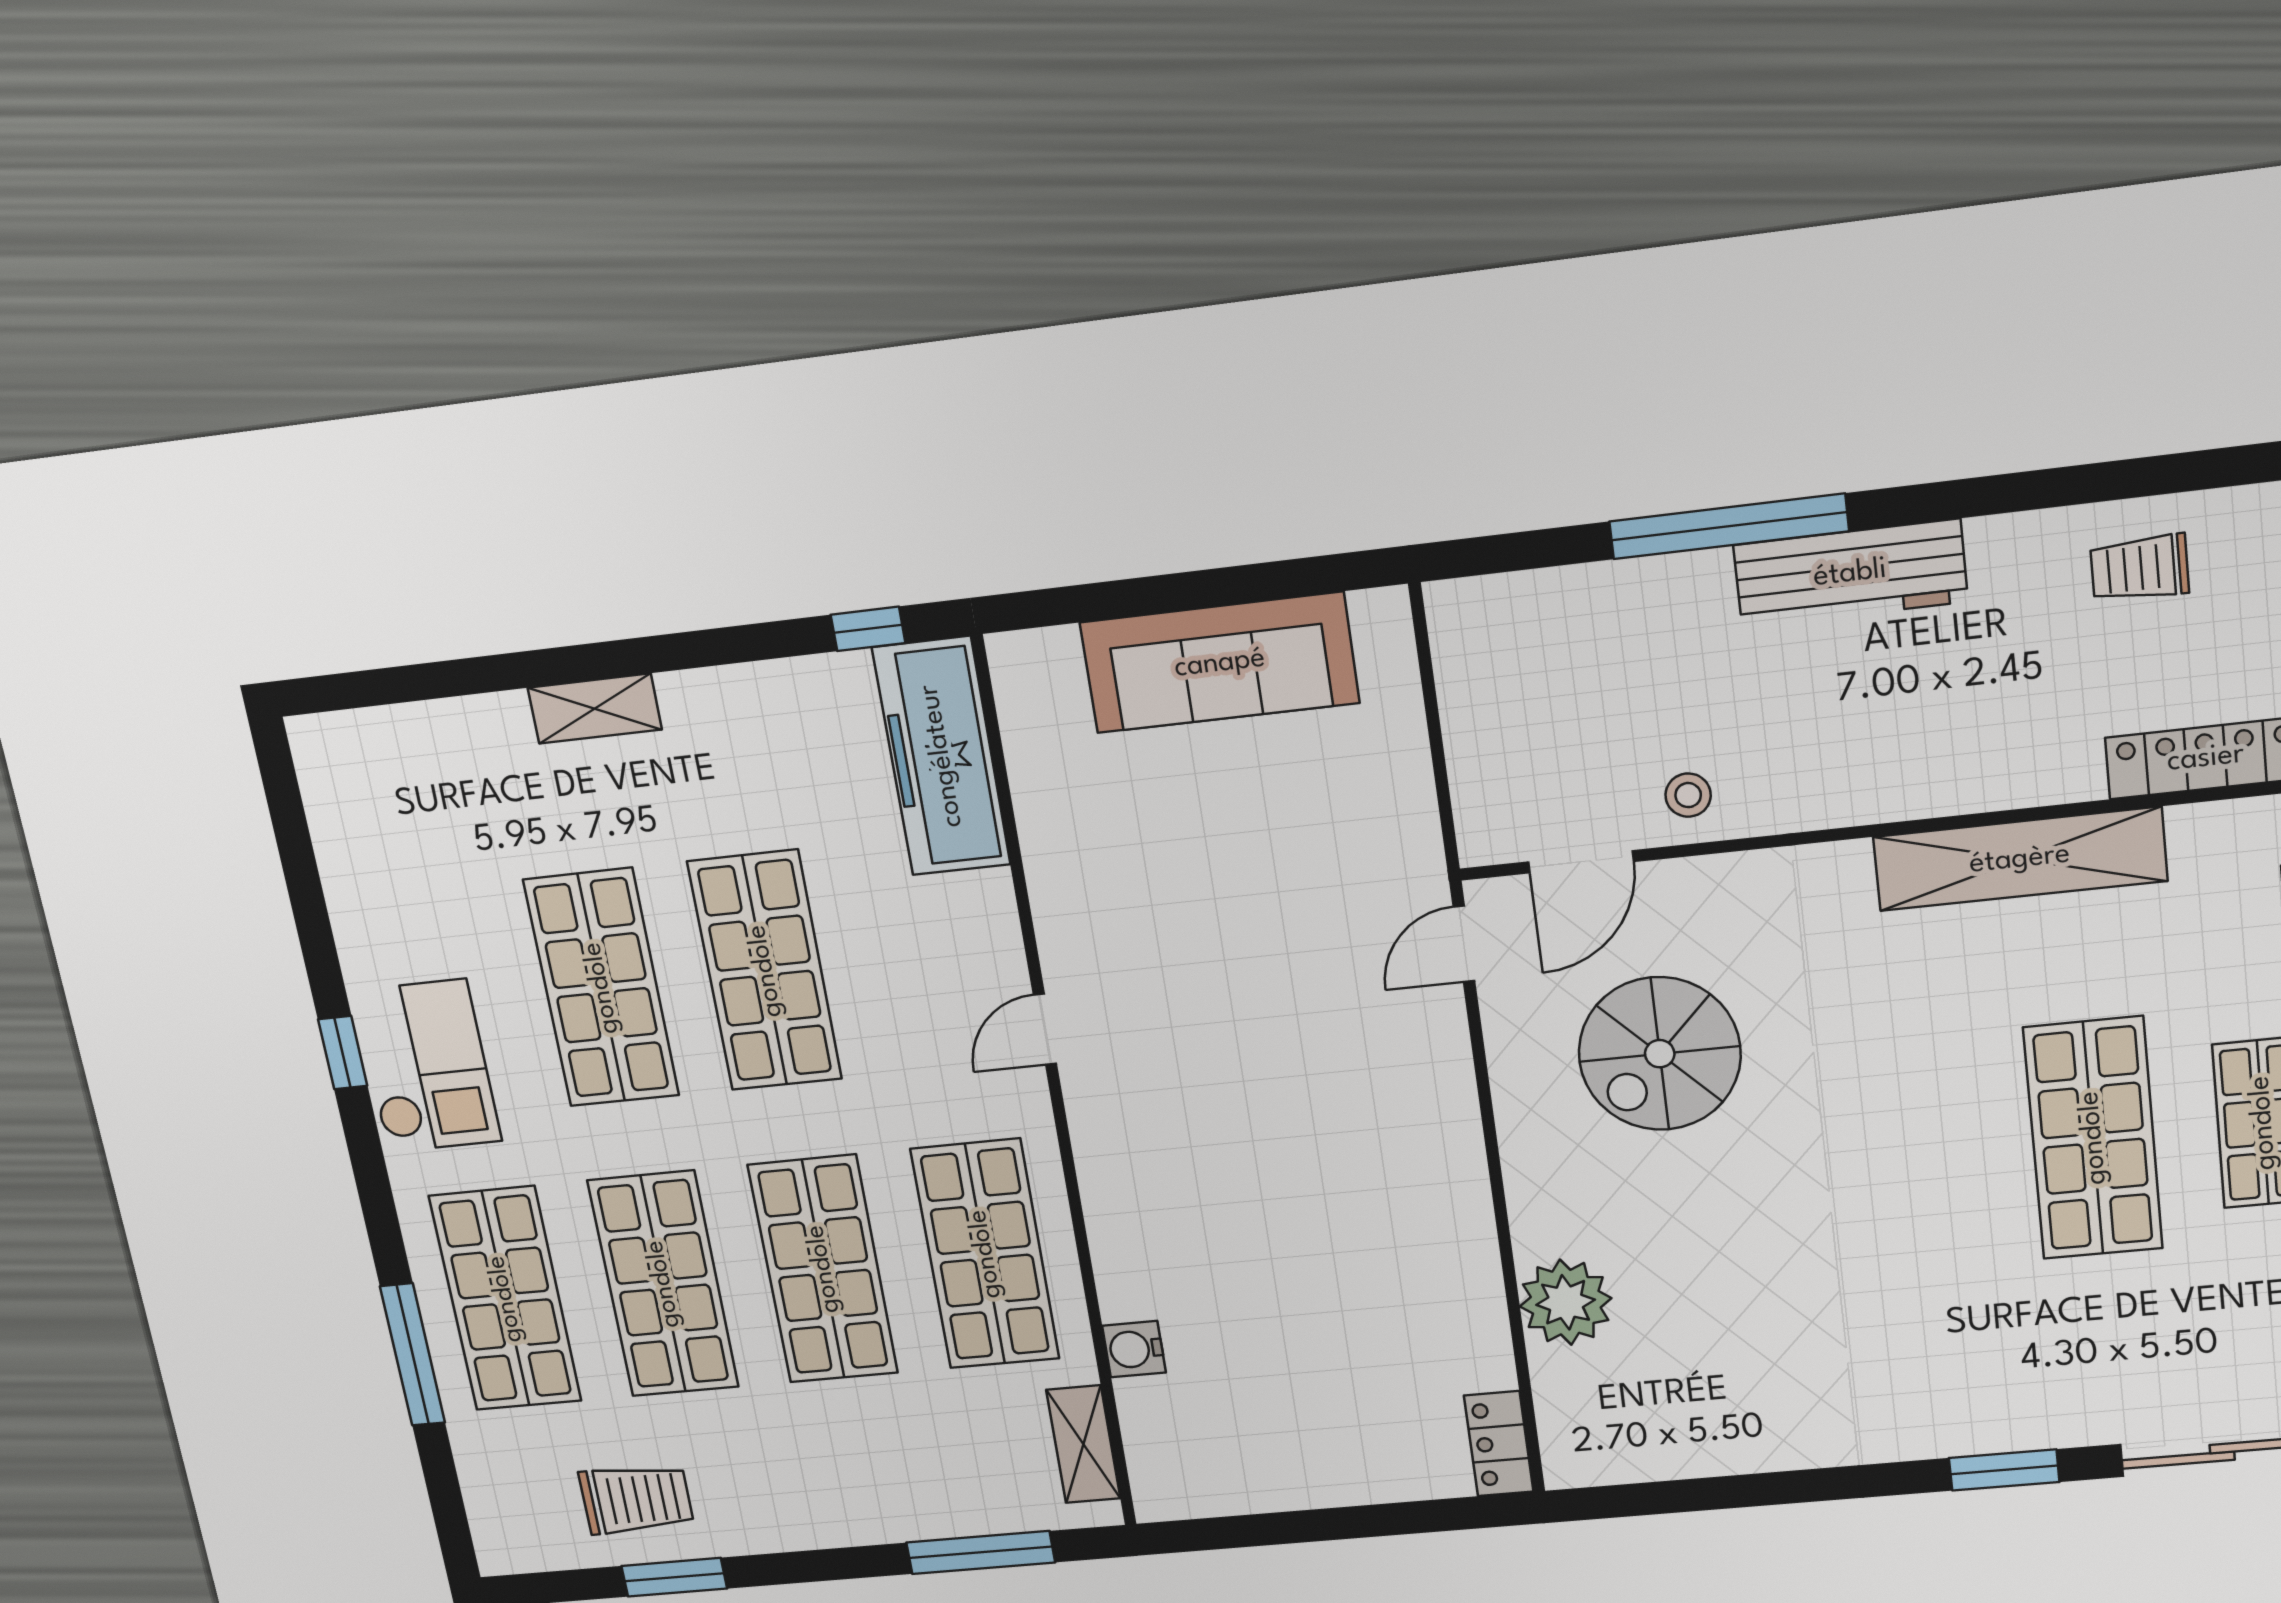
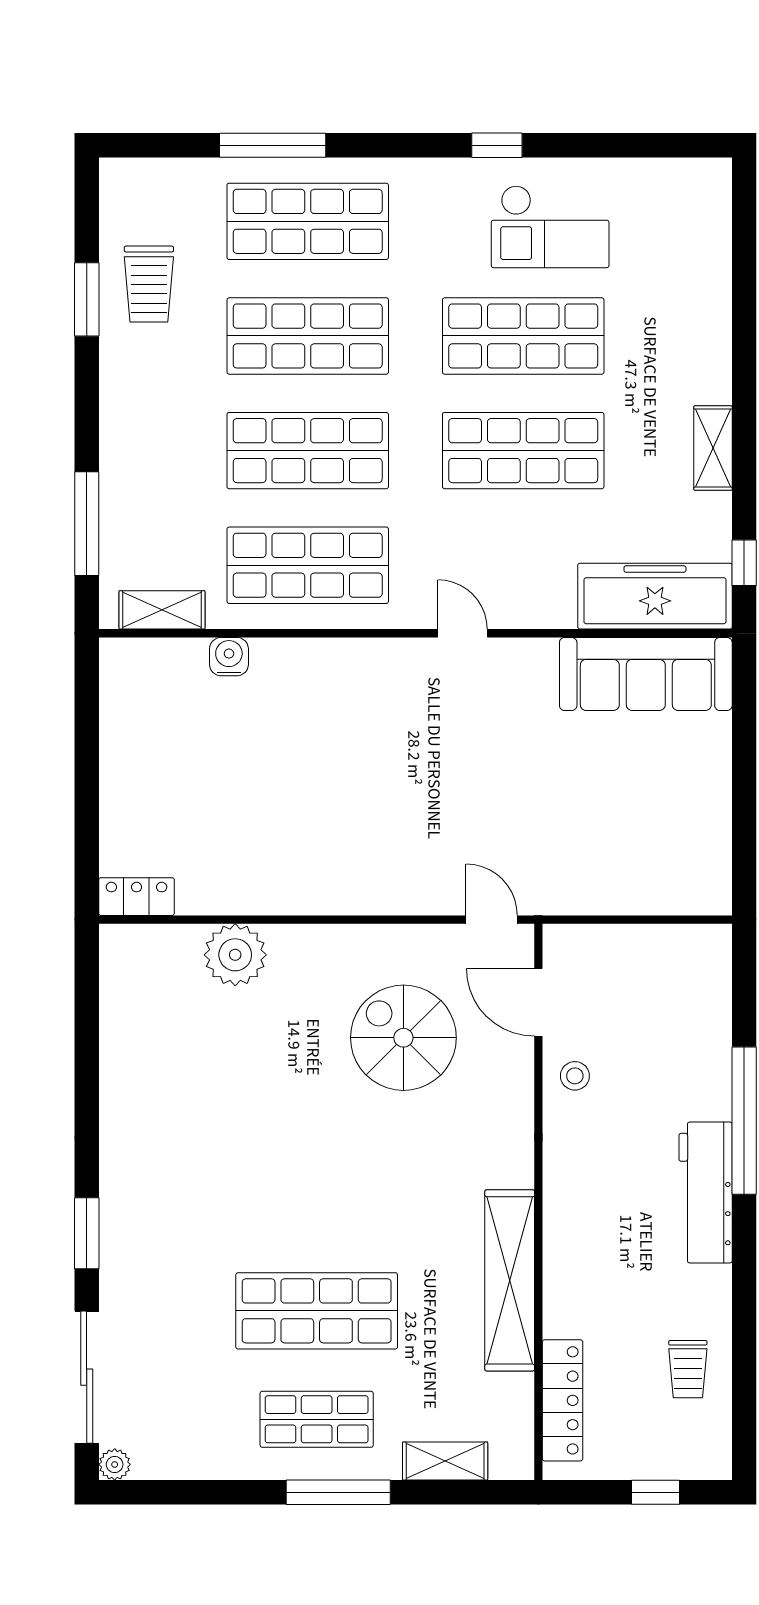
trolley: (2140, 568) -> (688, 1369), turned 180
sofa: (1220, 663) -> (646, 674), moved, turned -90
shelving: (595, 709) -> (713, 448), moved
checkout: (427, 1066) -> (550, 227), moved

